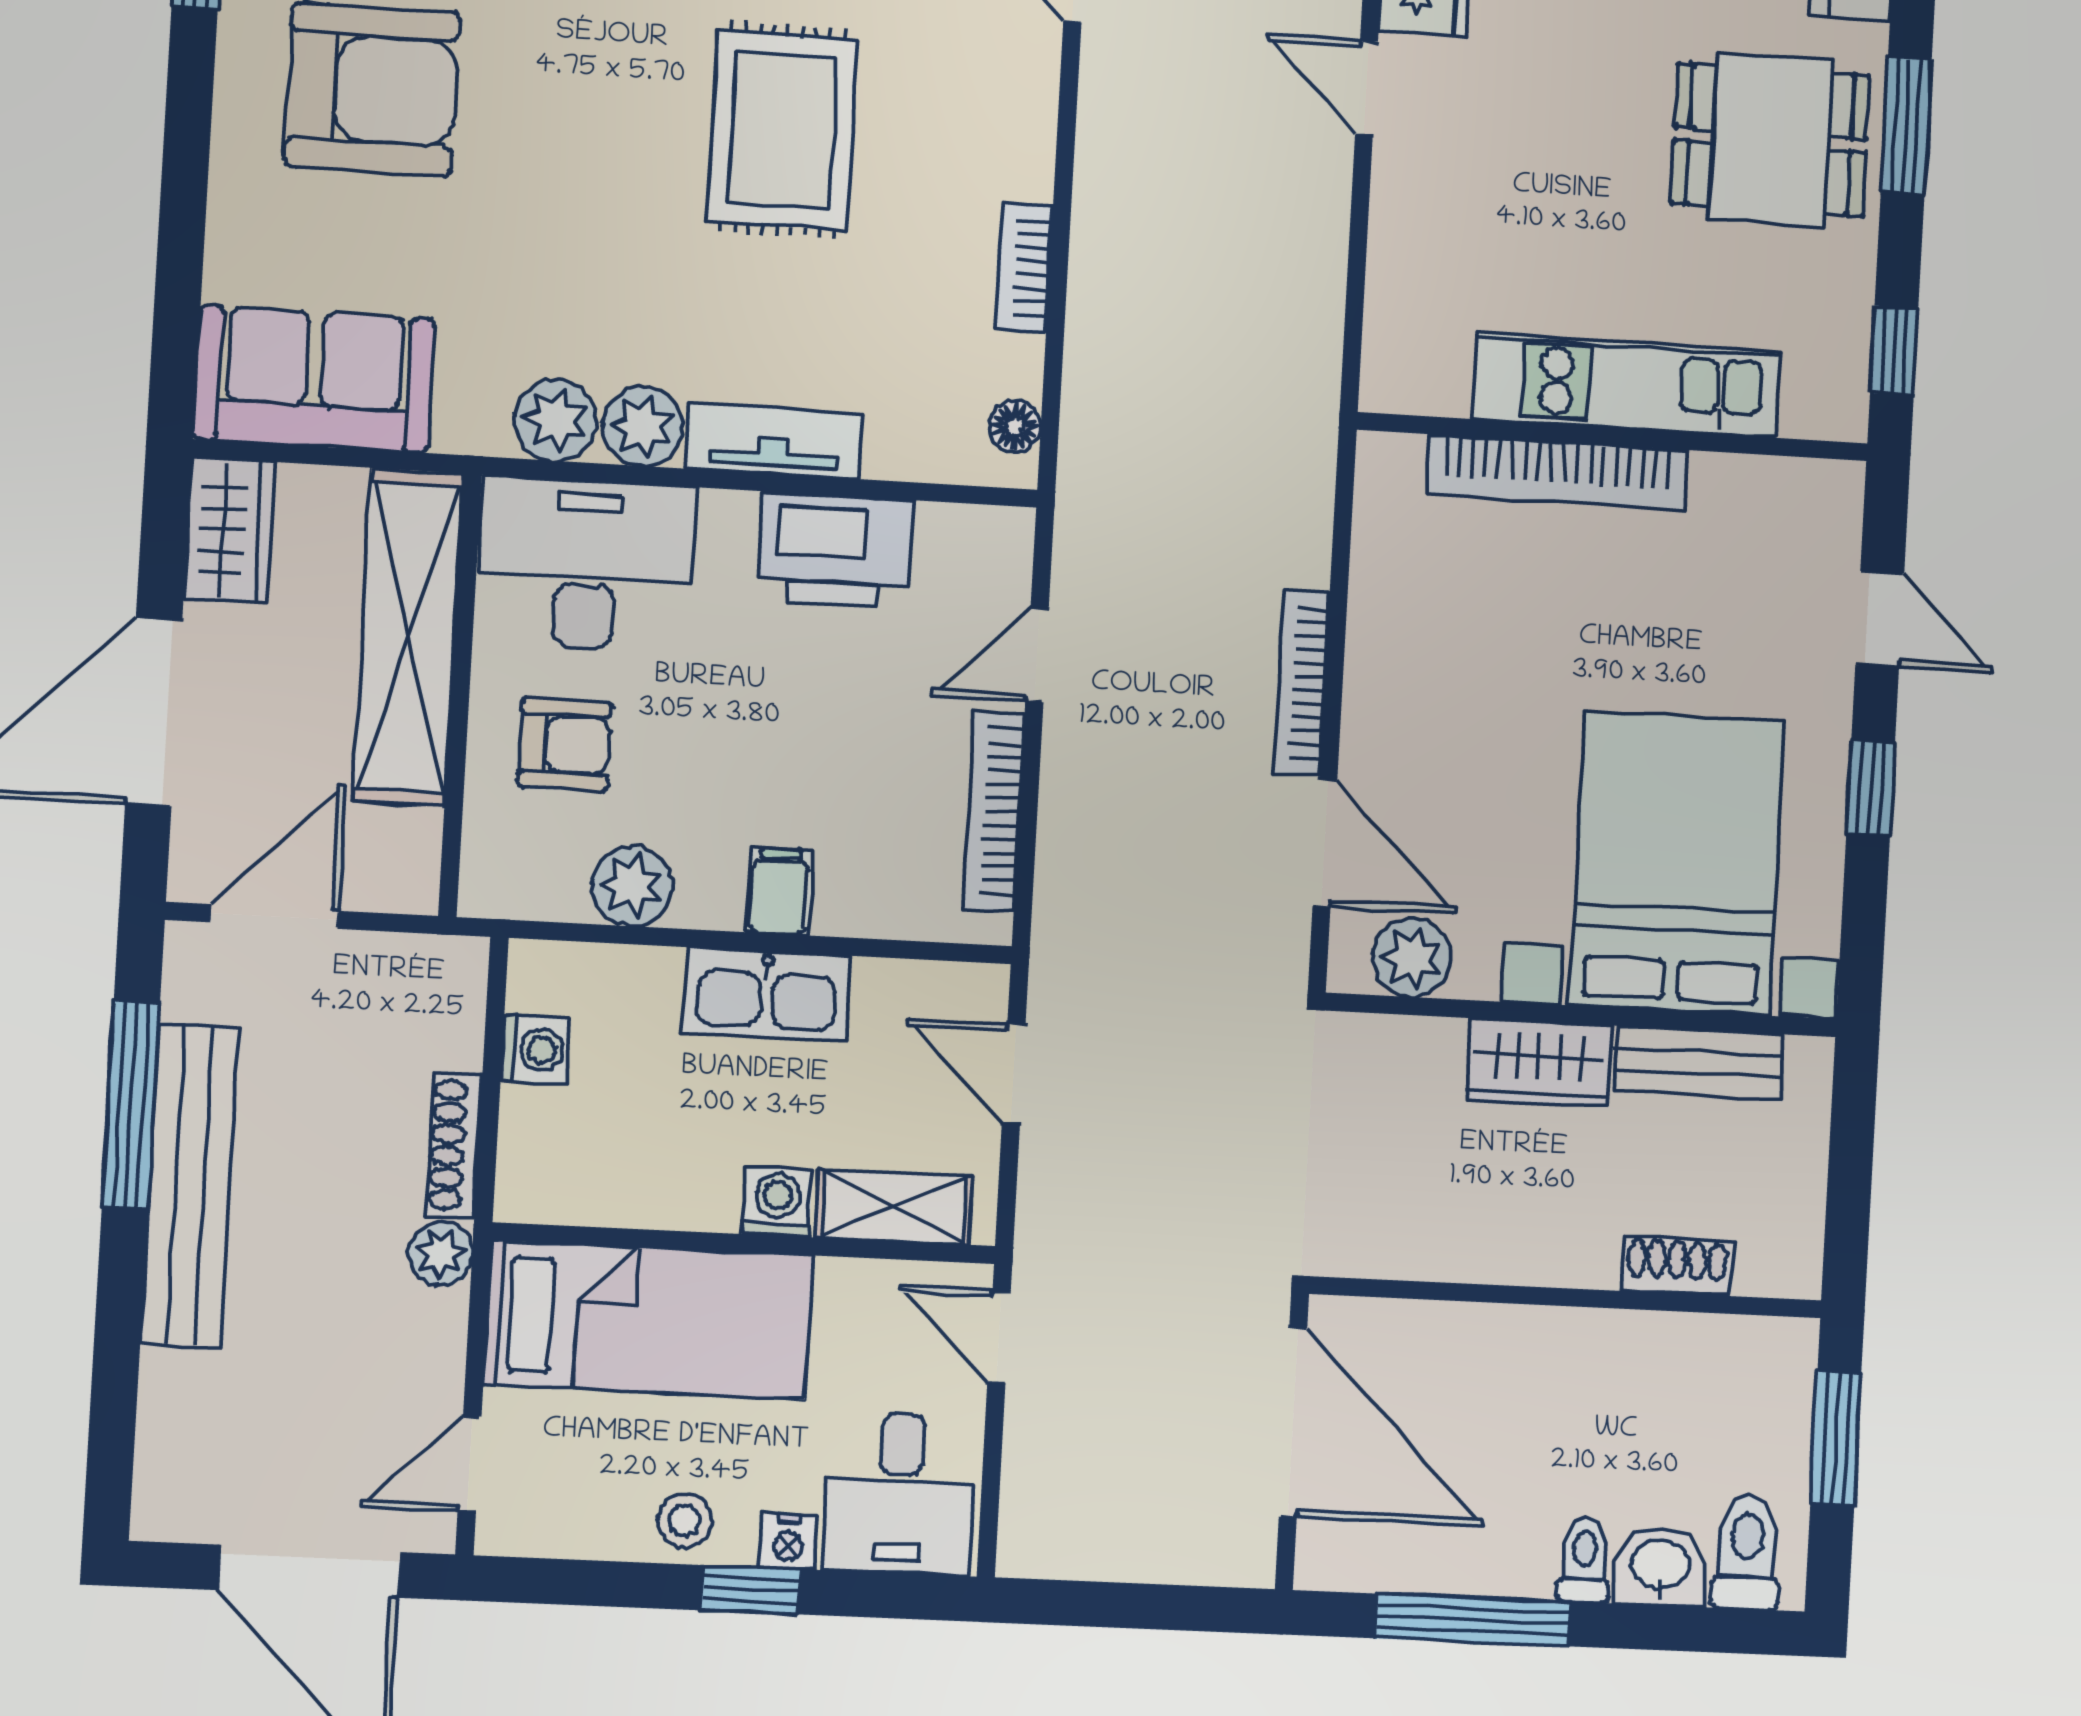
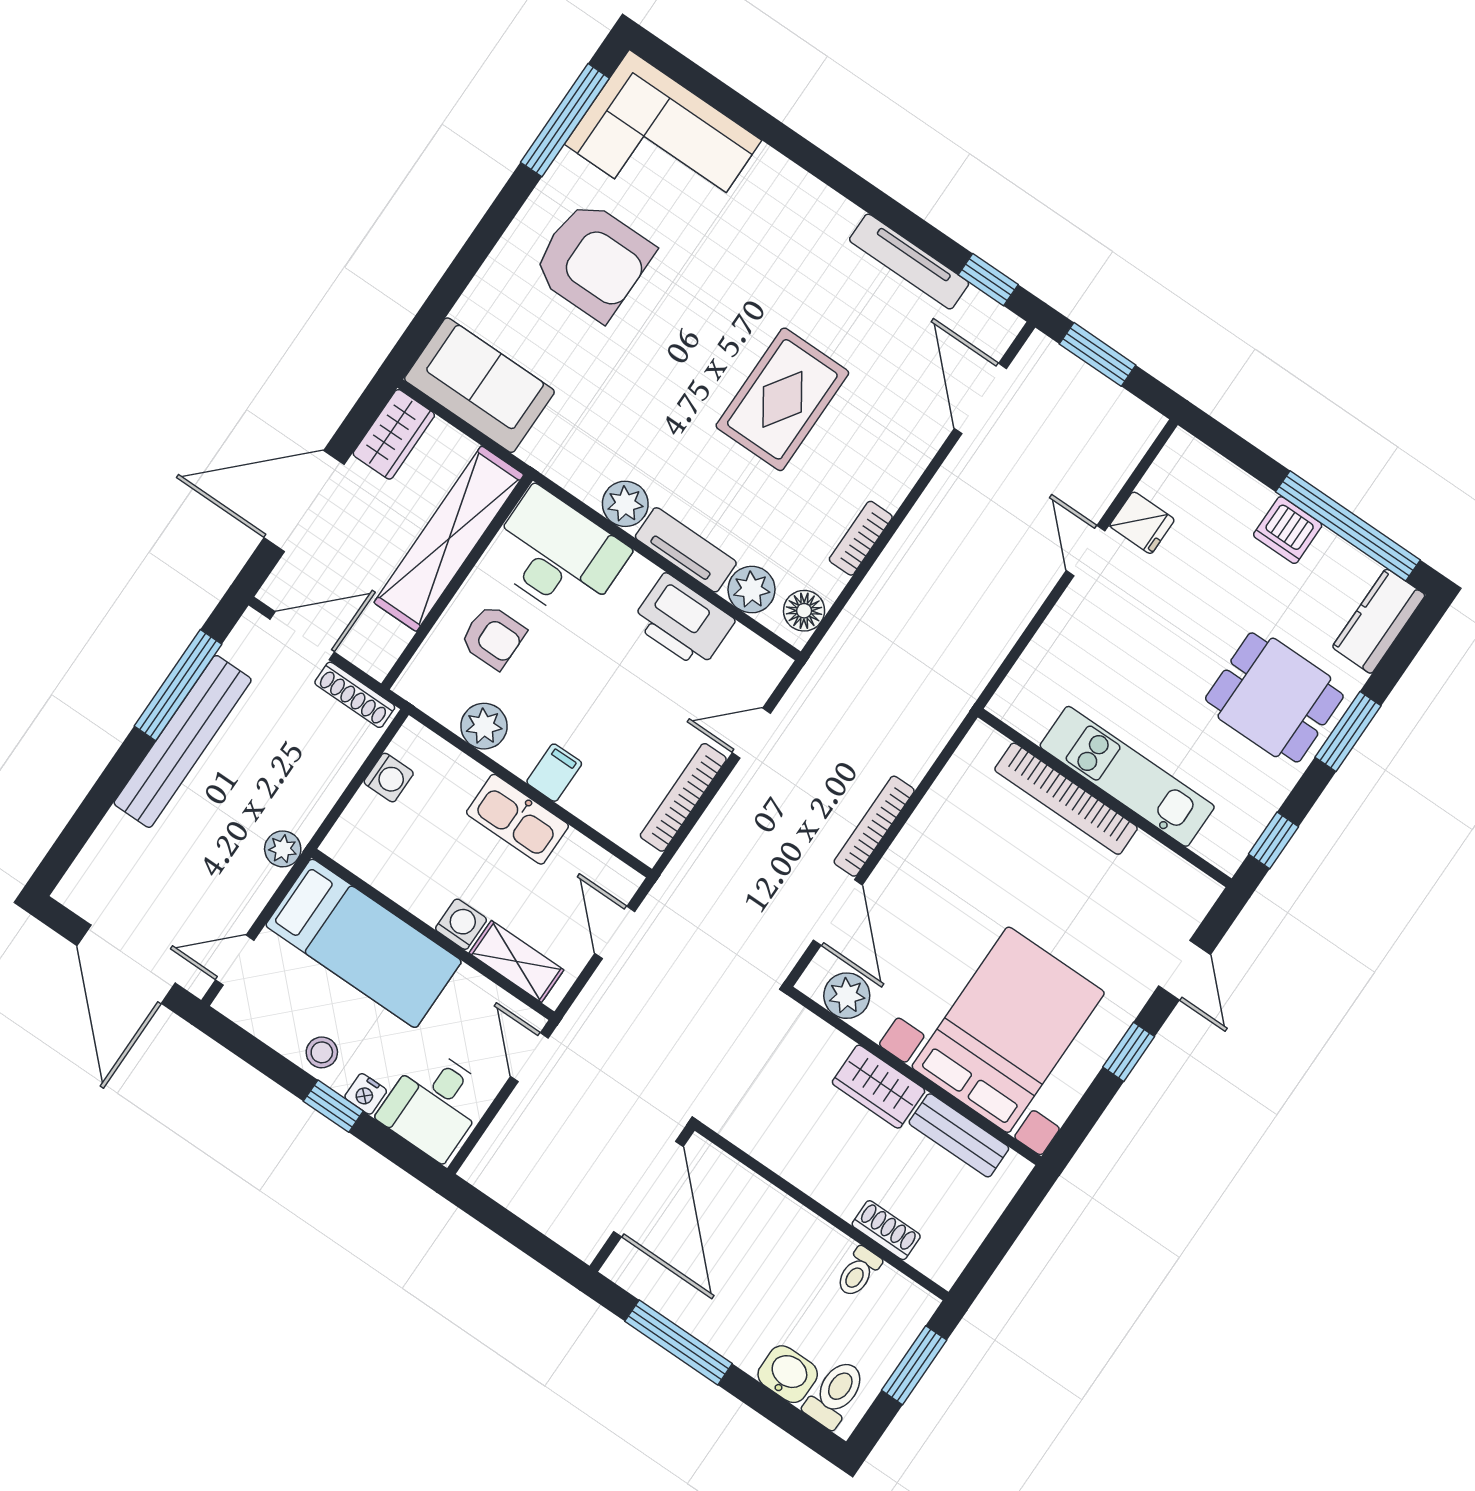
plant: (555, 420) -> (752, 590), moved
floor lamp: (1015, 426) -> (804, 611), width x1.37, depth x1.37
shoe rack: (454, 1145) -> (355, 695), moved, turned -90
toilet: (1584, 1560) -> (858, 1272), moved, turned 180

